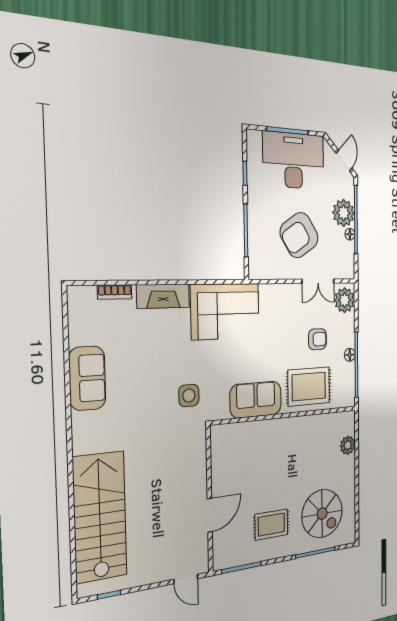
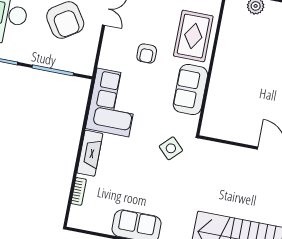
armchair: (317, 339) -> (147, 53), moved, turned 180
side table: (189, 395) -> (171, 148), turned 45

